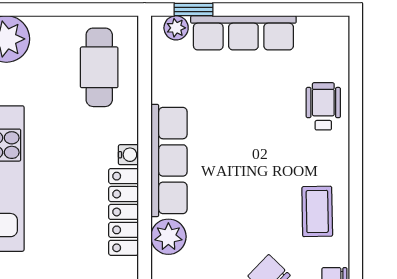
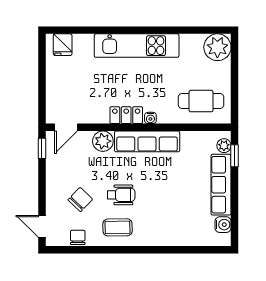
water cooler: (312, 29) -> (223, 225), added
wheelchair: (323, 106) -> (121, 195), moved
locker: (123, 212) -> (126, 115), width x0.66

